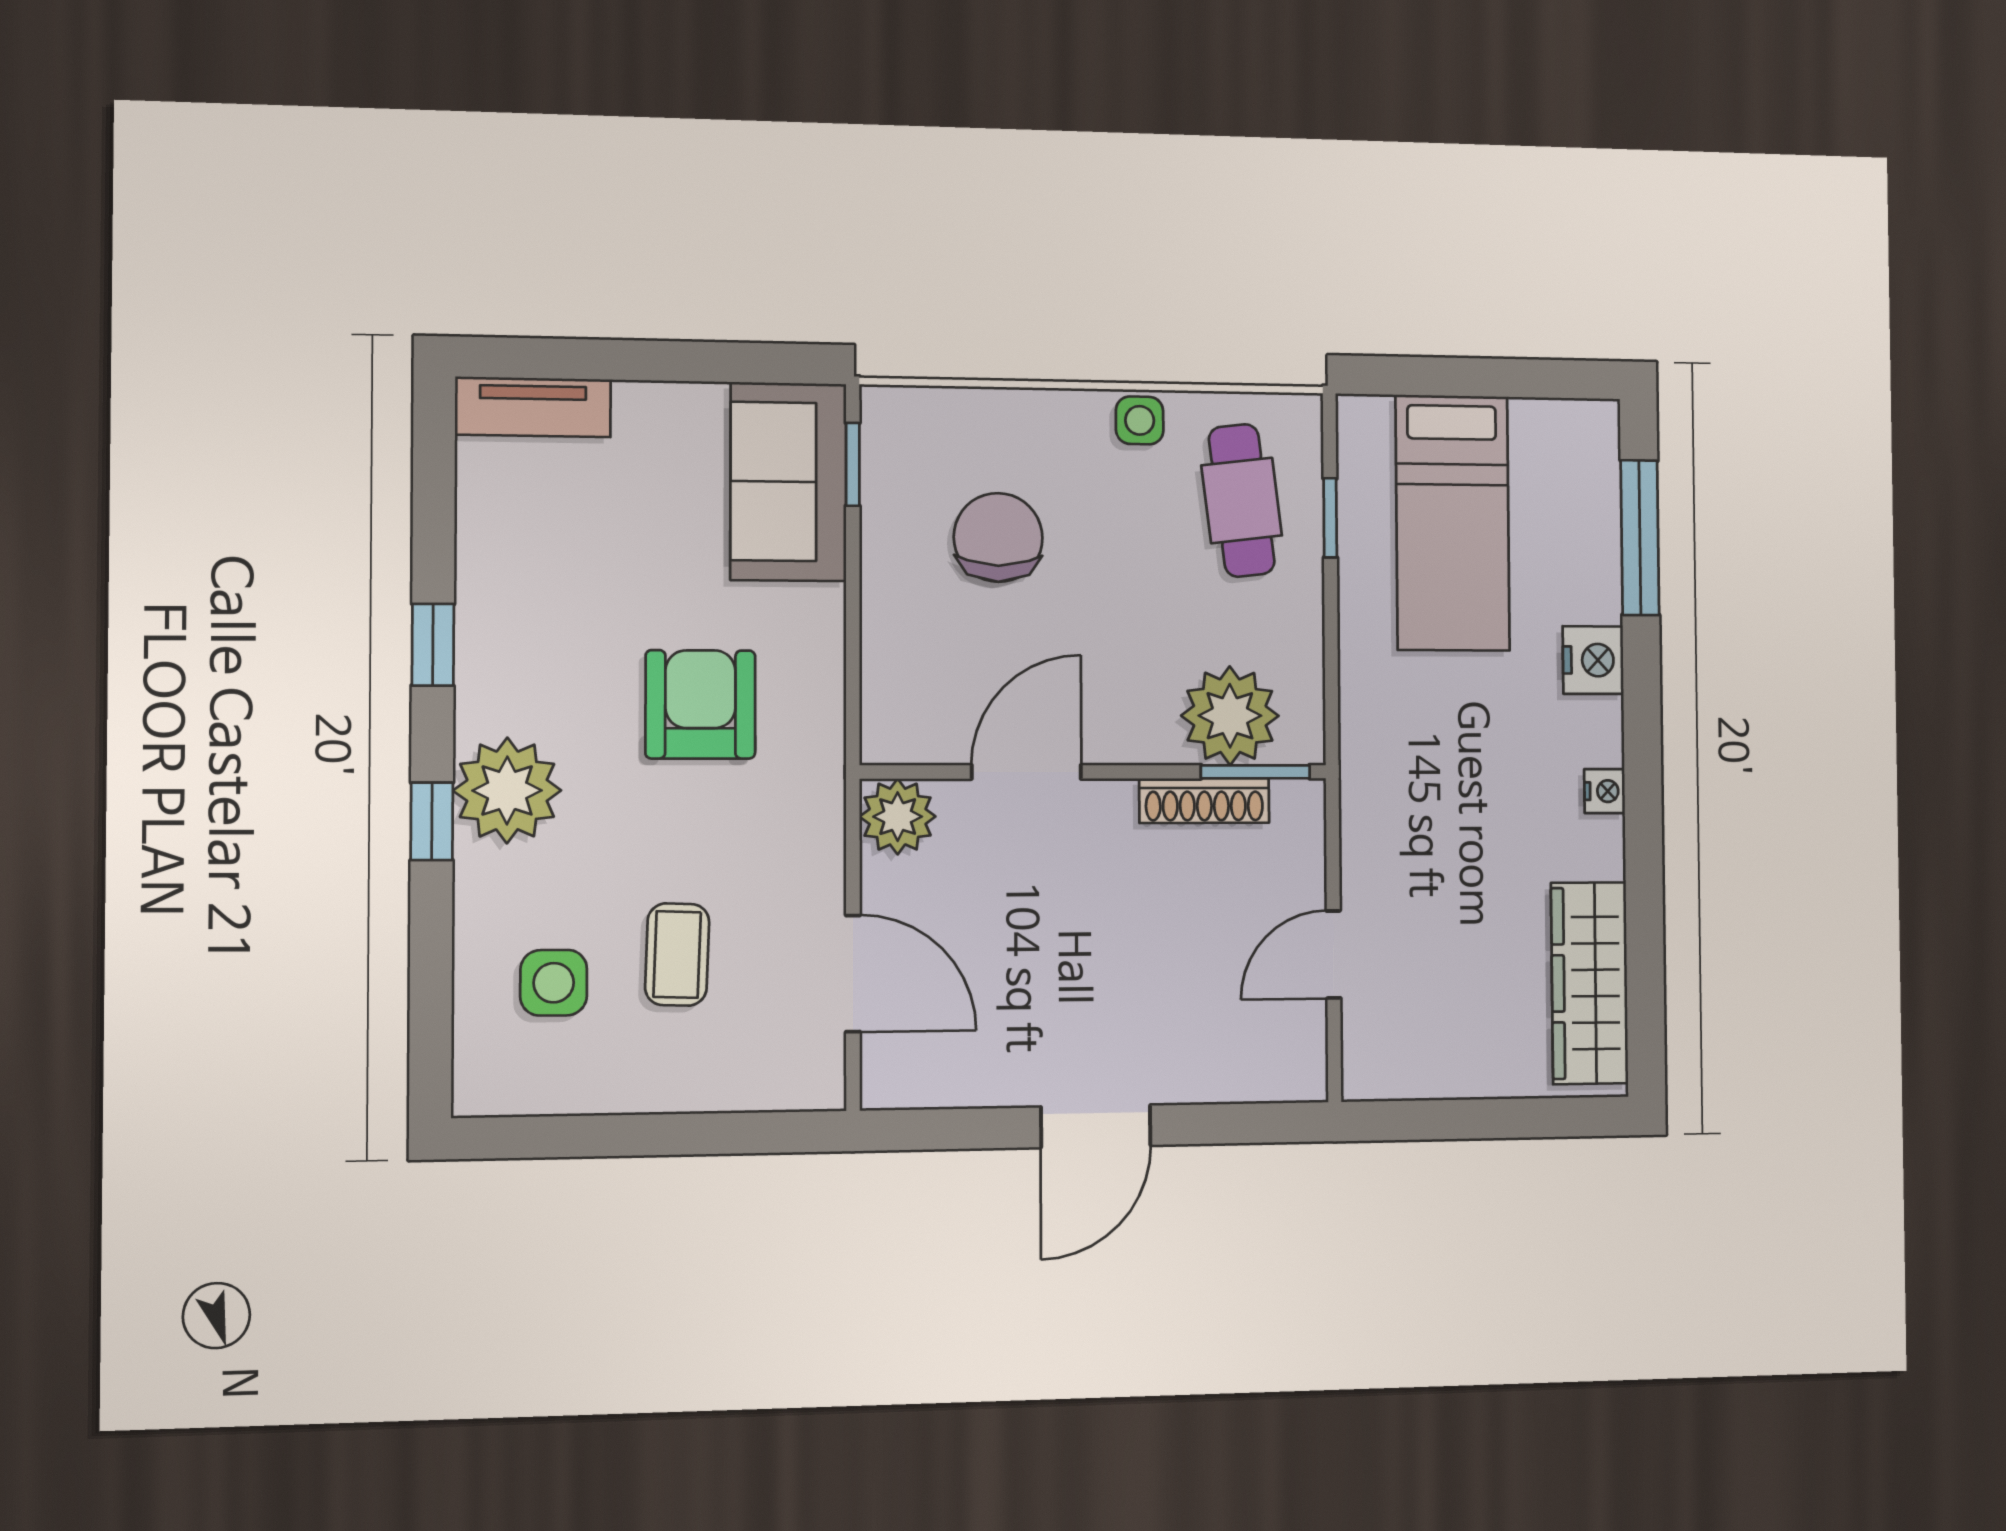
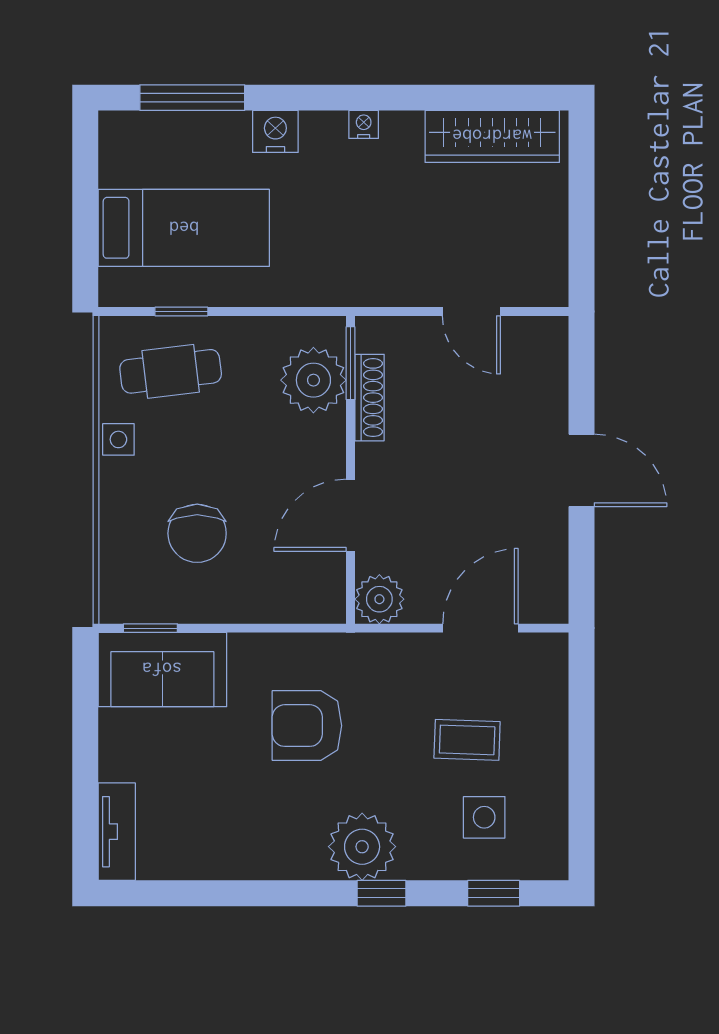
chair: (998, 537) -> (197, 533), turned -90
window: (433, 645) -> (494, 893), moved
door: (1026, 772) -> (350, 515), hinge flipped

